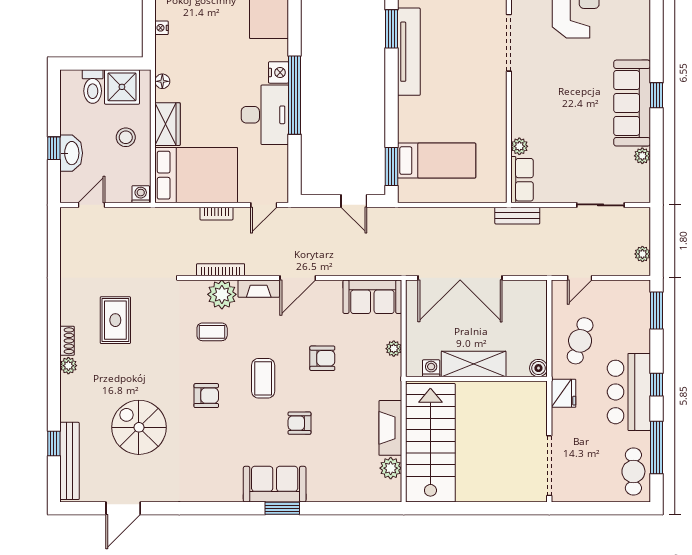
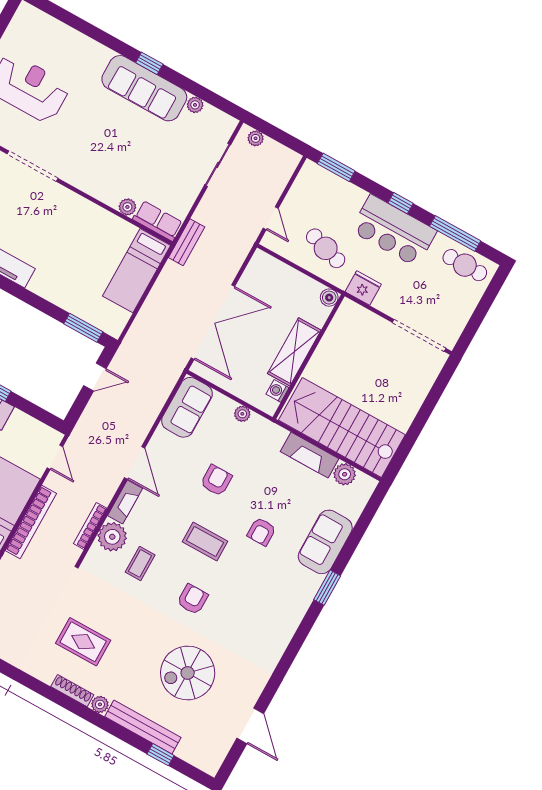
bed: (437, 161) -> (136, 271), moved, turned 180
bookcase: (216, 214) -> (31, 522), width x2.31, depth x1.31
plant: (642, 254) -> (256, 138), moved
shoe rack: (67, 341) -> (72, 691), width x1.43
bench: (70, 461) -> (143, 727), moved
sofa: (275, 484) -> (325, 542), moved

